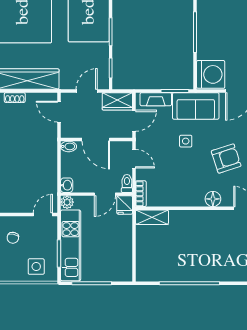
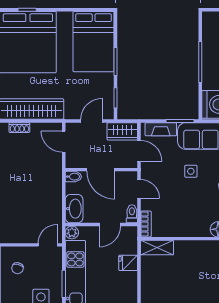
door: (134, 121) -> (139, 151), hinge flipped
washbasin: (67, 185) -> (74, 209), width x1.91, depth x1.45
fridge: (125, 205) -> (128, 263), moved, turned 90

